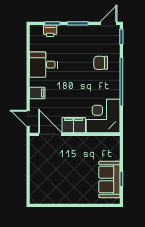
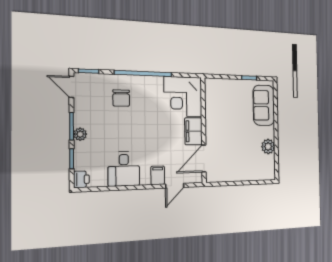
plant: (71, 30) -> (80, 134), added
printer: (50, 31) -> (81, 179), moved
door: (28, 118) -> (175, 186), moved
sofa: (109, 179) -> (264, 105), moved, turned 90
plant: (60, 197) -> (268, 147), added

